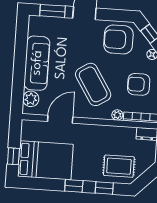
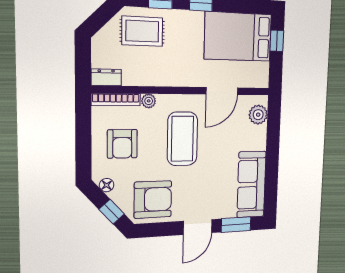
sofa: (37, 63) -> (251, 184), moved
coffee table: (93, 84) -> (182, 139), turned 32
armchair: (139, 84) -> (122, 144), turned 90

